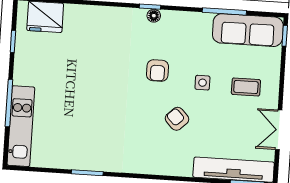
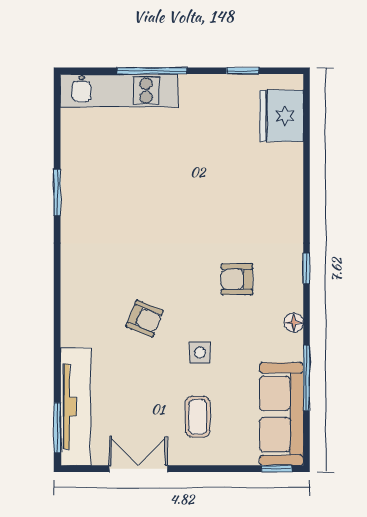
floor lamp: (154, 16) -> (294, 323), moved
armchair: (158, 71) -> (237, 279), moved
armchair: (177, 119) -> (145, 319), turned 66

